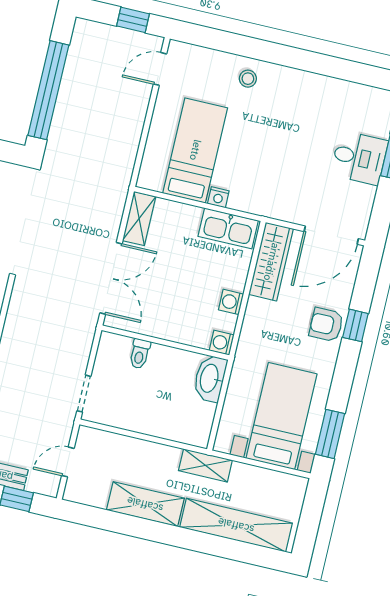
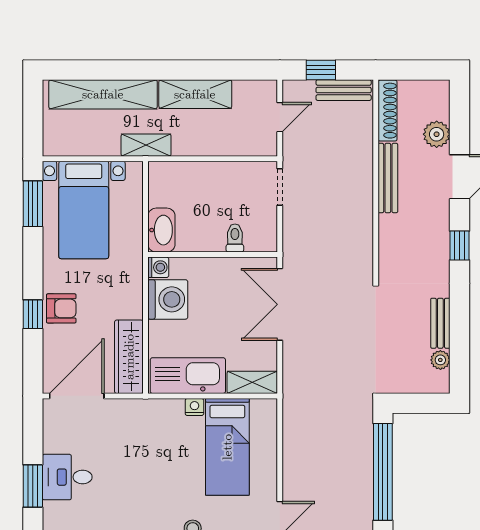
shelving: (139, 219) -> (252, 382), moved, turned 90
kitchen sink: (228, 228) -> (188, 376), width x1.36, depth x1.24
washing machine: (231, 302) -> (168, 299), width x1.89, depth x1.89

